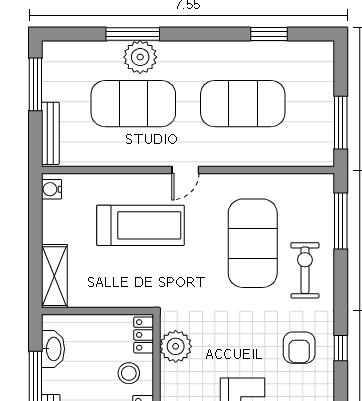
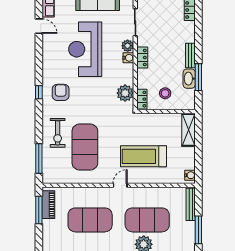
piano: (323, 133) -> (48, 205), added
washbasin: (53, 349) -> (189, 79), moved
stool: (129, 373) -> (165, 93), moved

